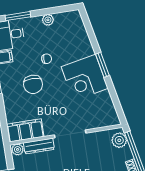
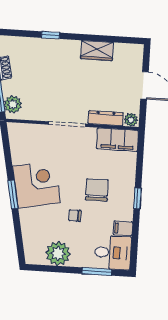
plant: (48, 20) -> (58, 253), width x1.88, depth x1.88

